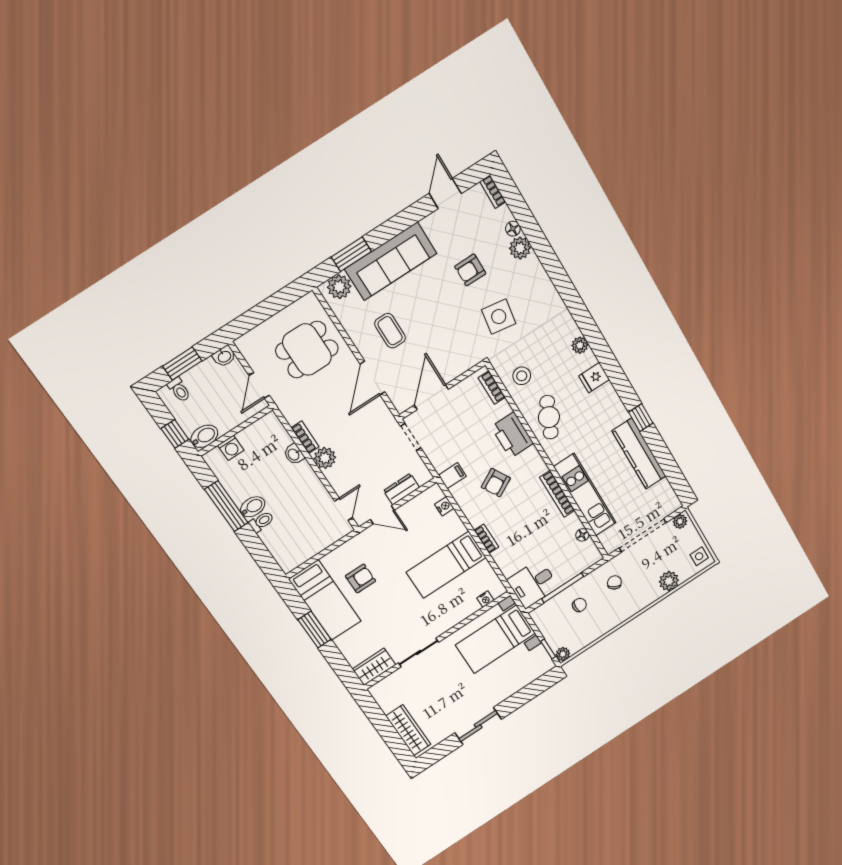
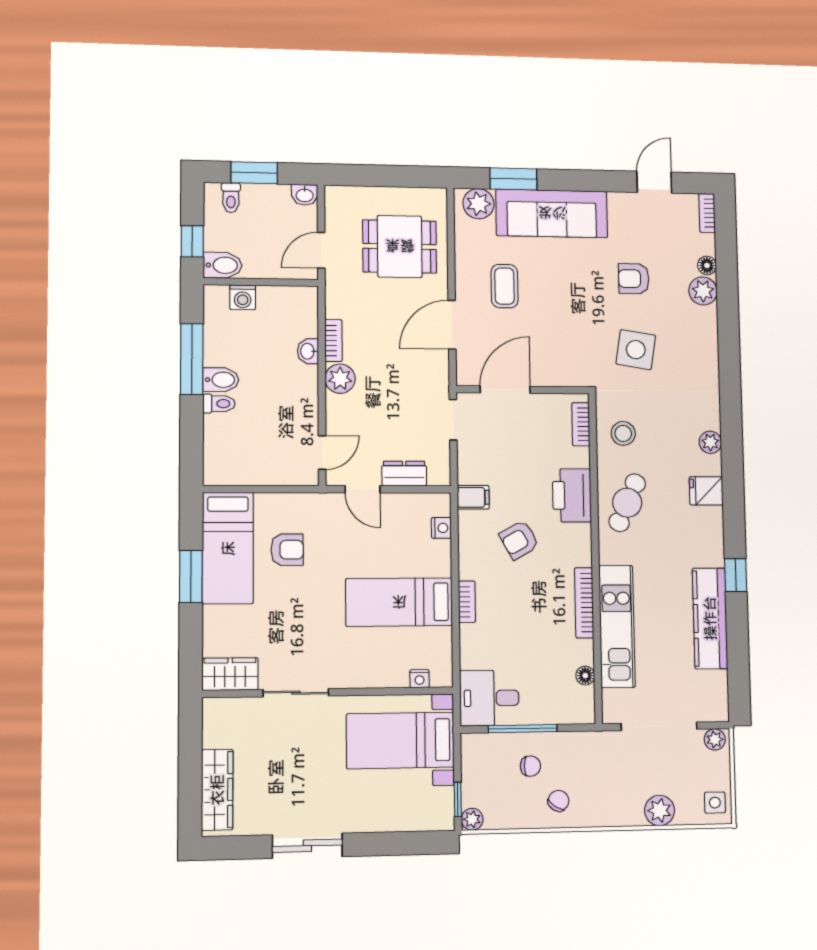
chair: (614, 582) -> (558, 801), moved

